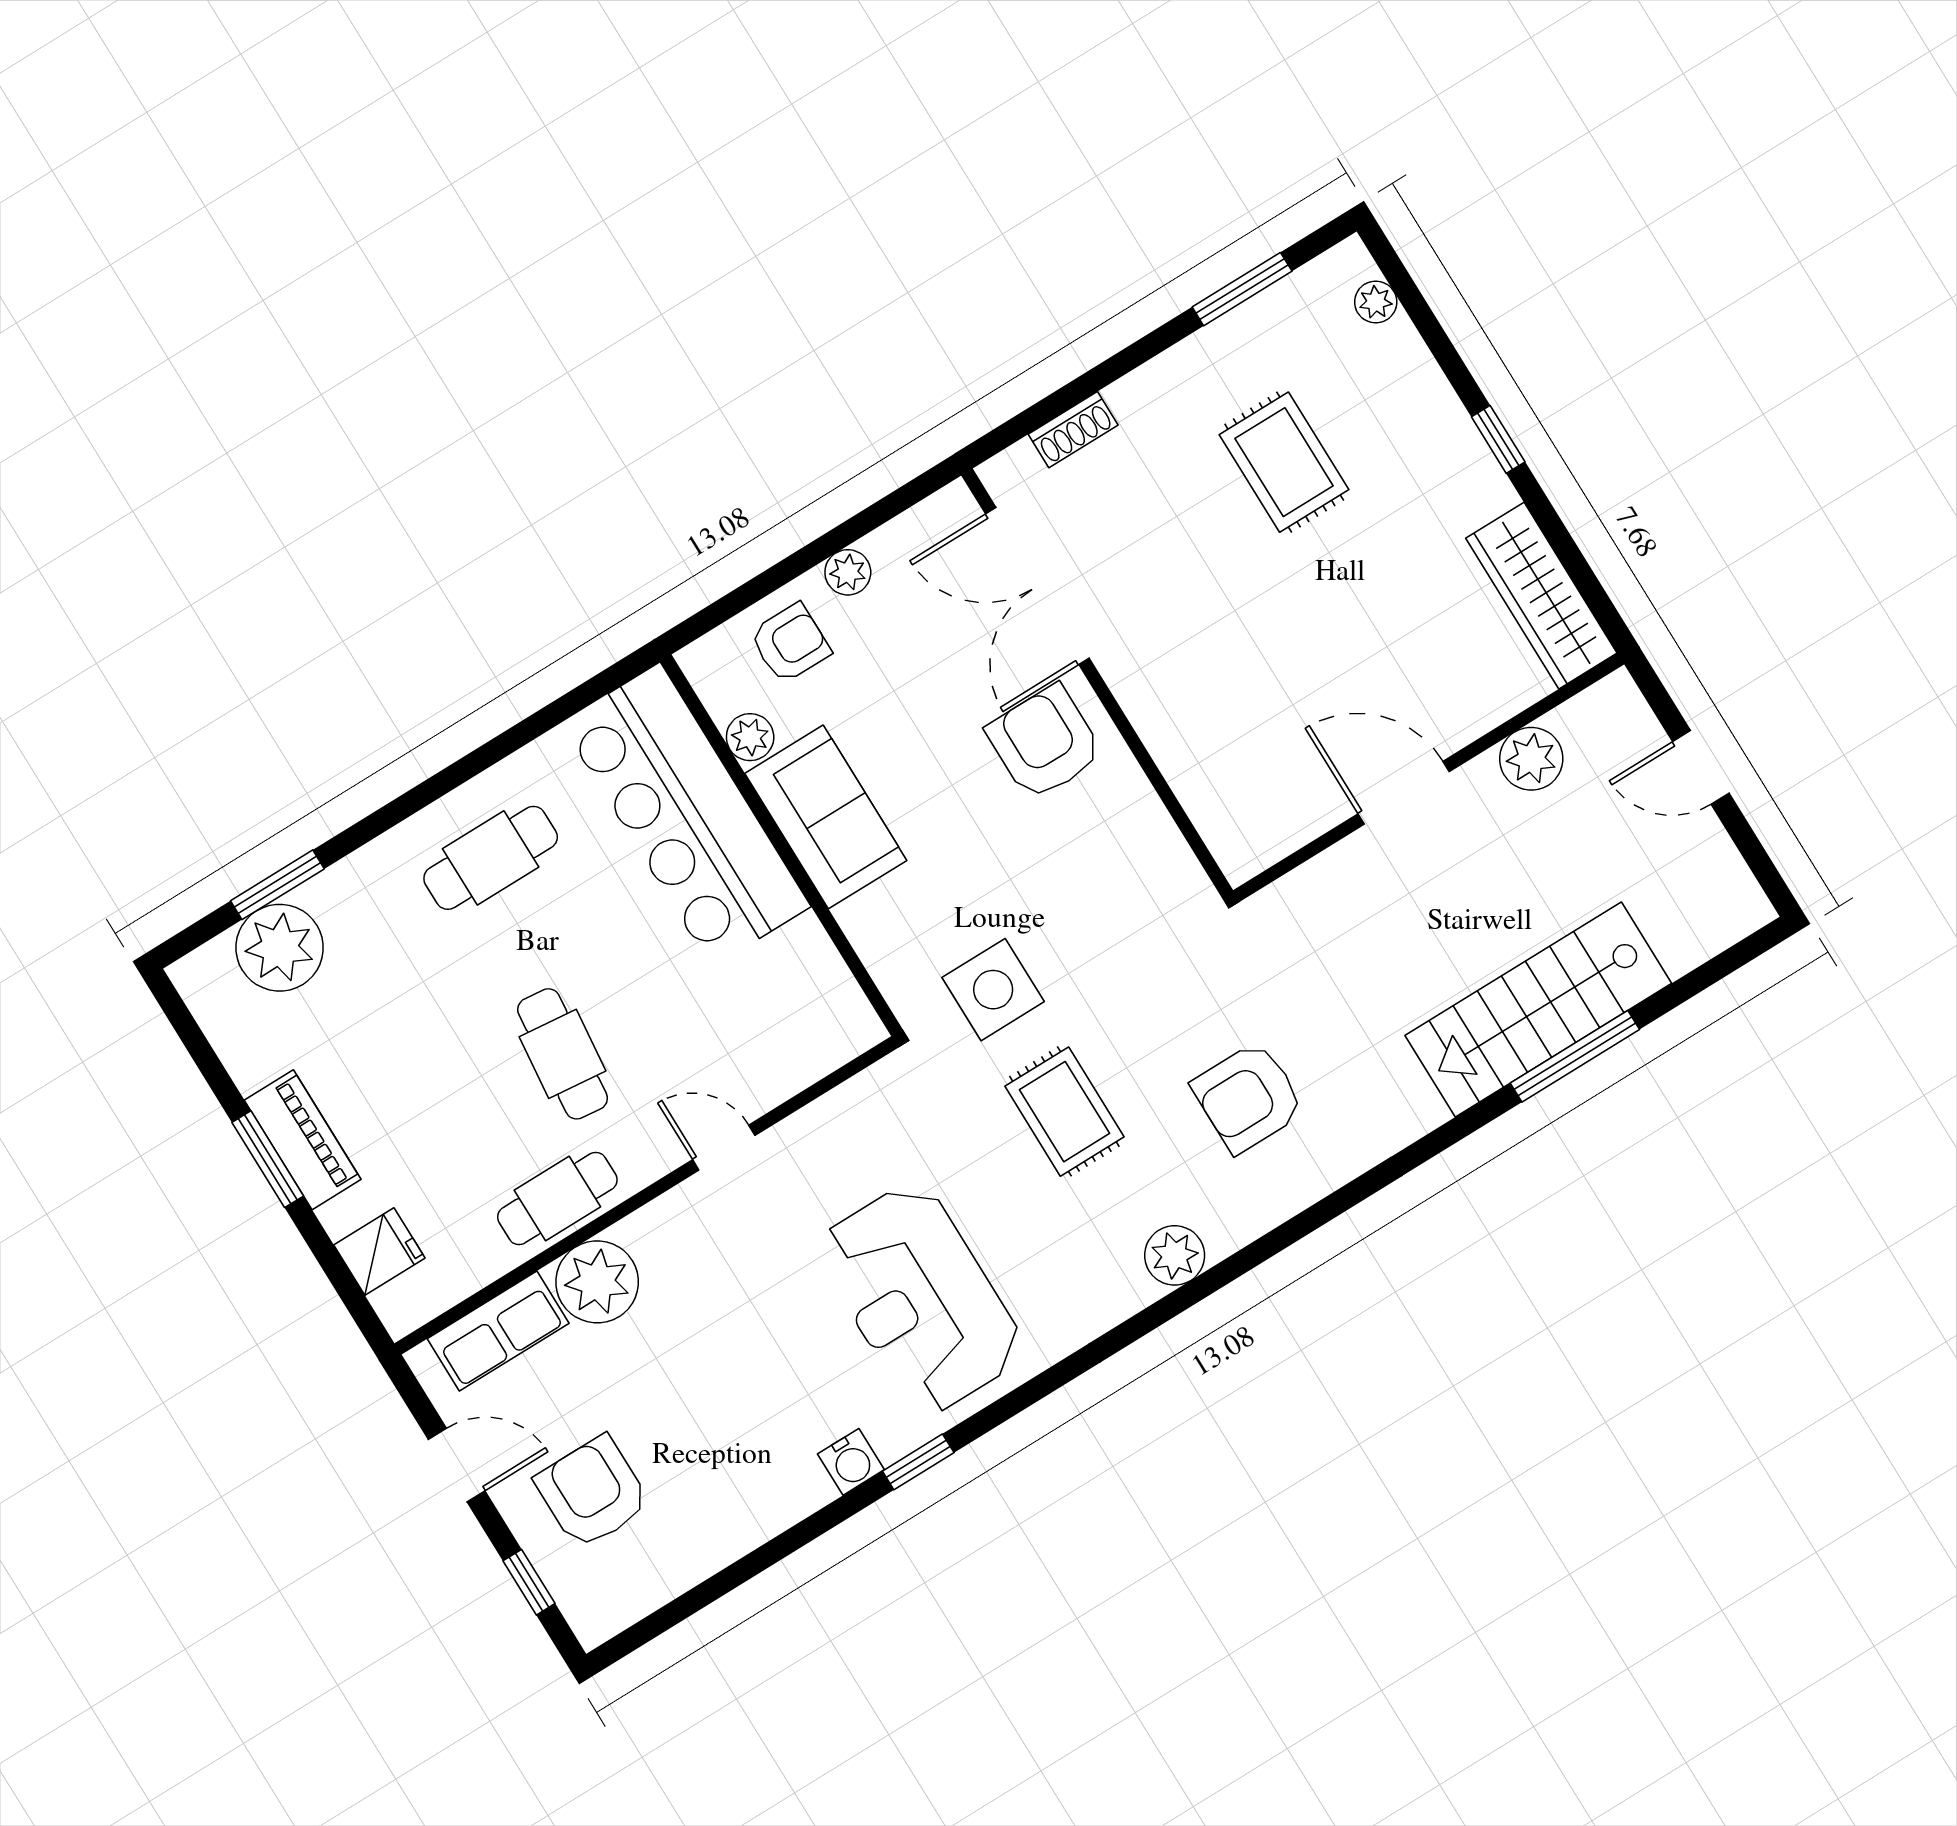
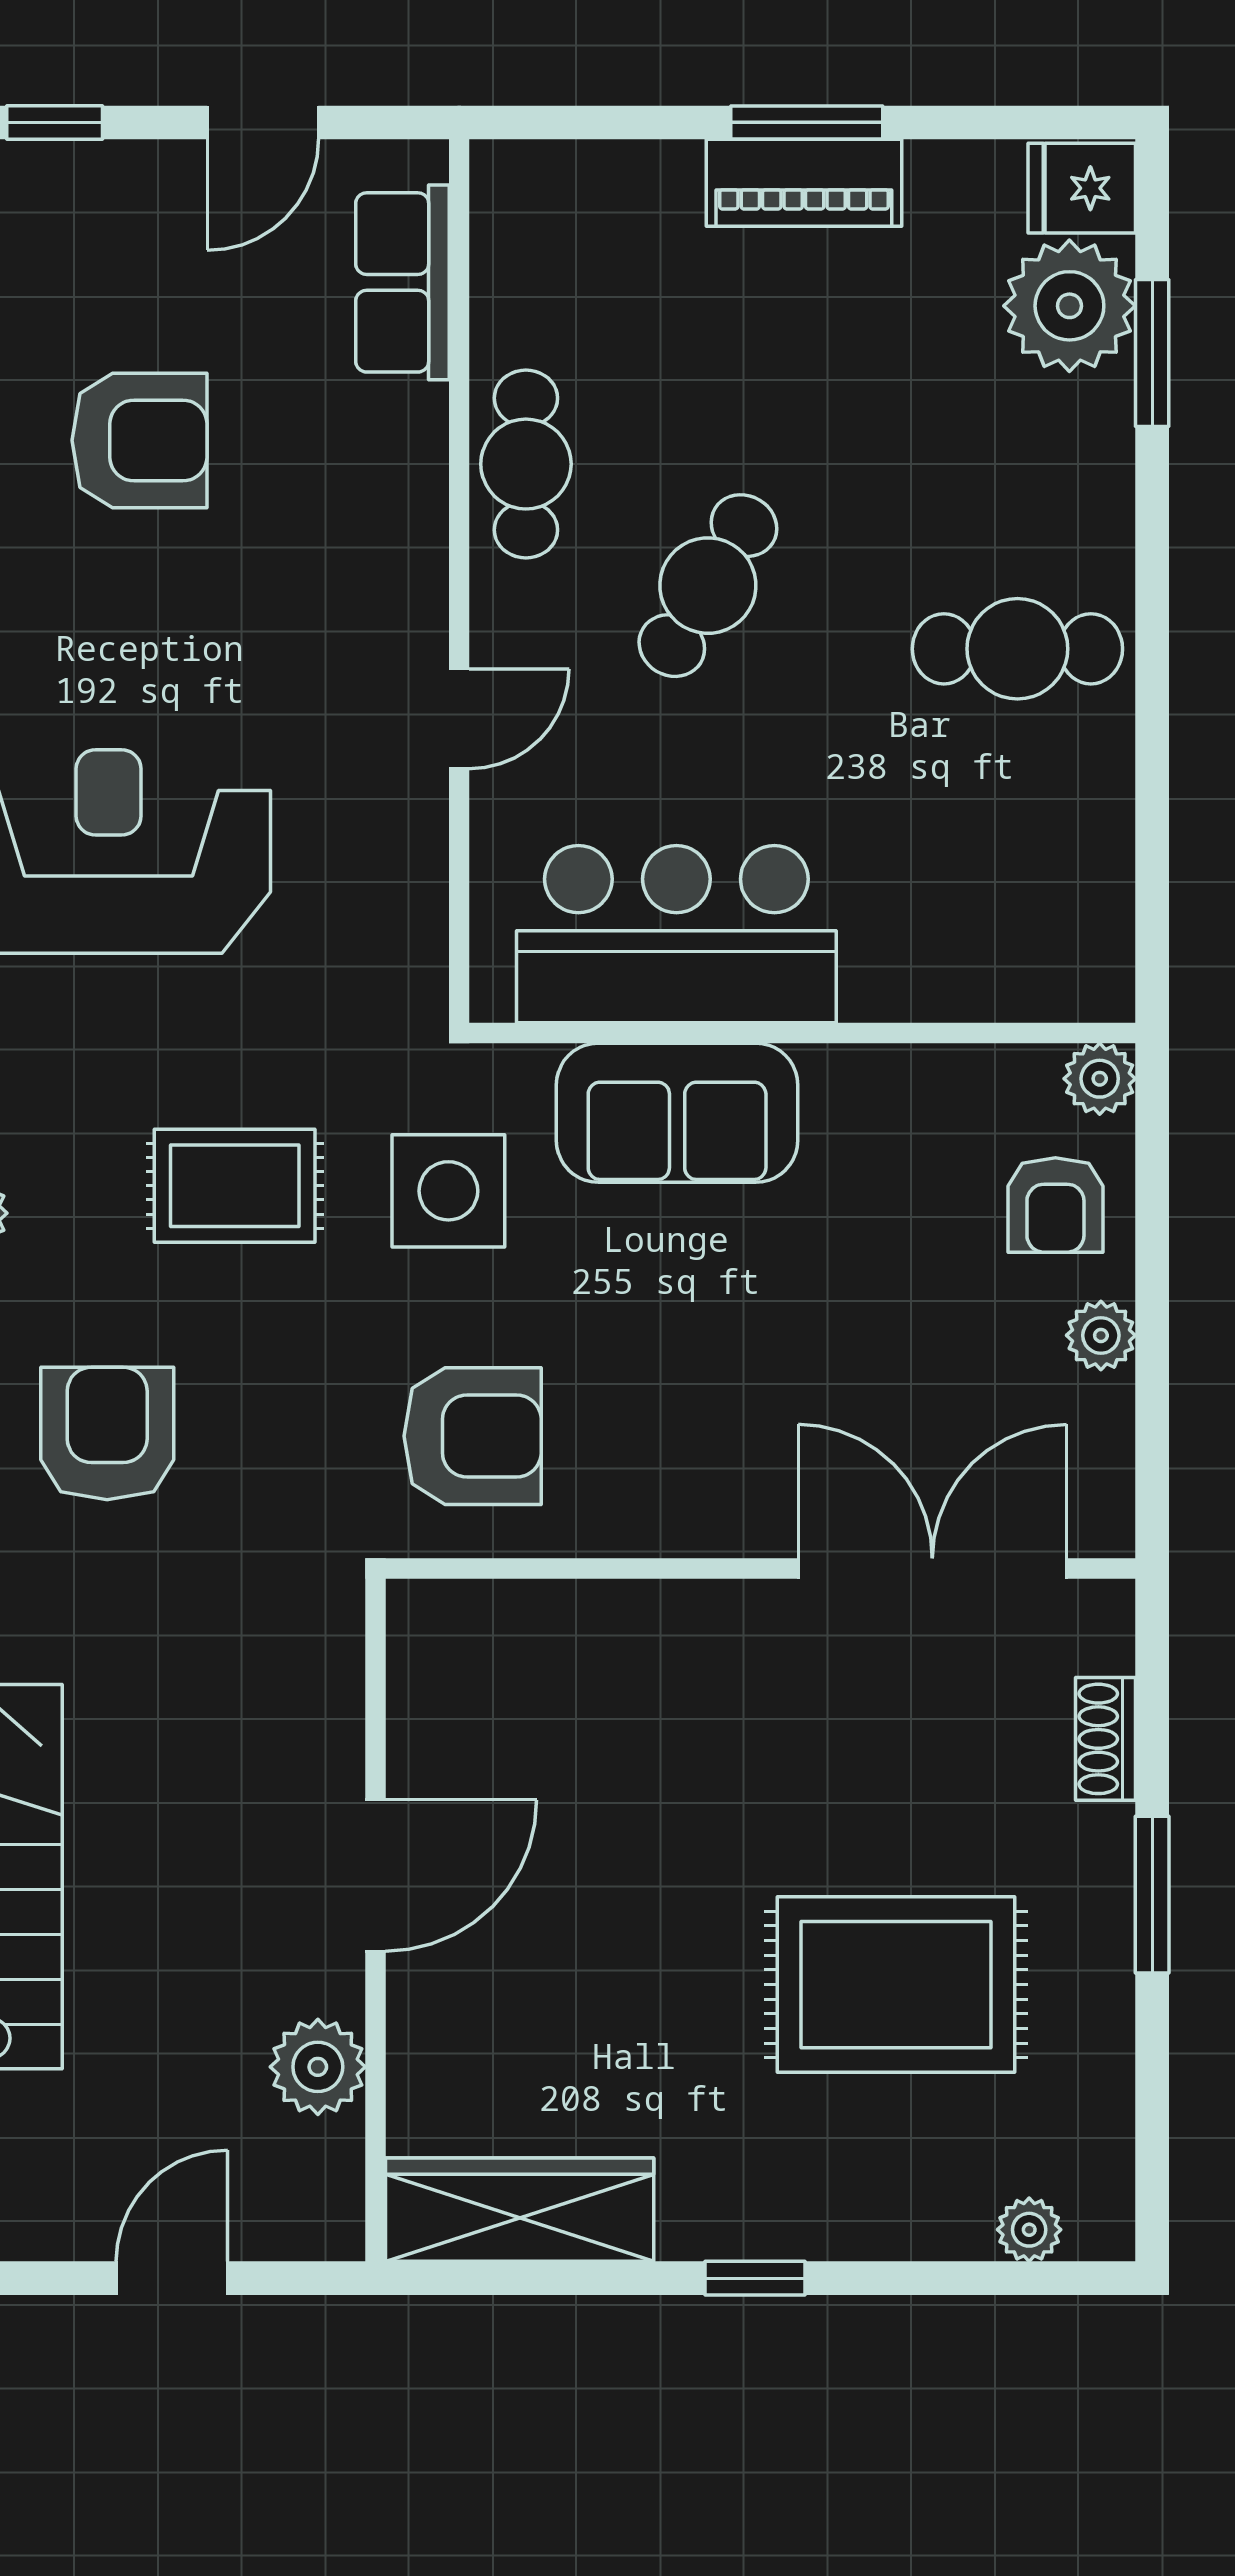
window: (1242, 289) -> (1152, 1895), moved
rug: (1284, 462) -> (896, 1985), width x1.36, depth x1.43
plant: (750, 737) -> (1100, 1079), moved
armchair: (1045, 743) -> (473, 1436), moved
bar counter: (686, 815) -> (676, 934), moved, width x0.73
sofa: (826, 817) -> (677, 1113), moved
cafe table: (491, 858) -> (1017, 649), turned 90
cafe table: (563, 1054) -> (708, 586), turned -65
fridge: (379, 1251) -> (1082, 188), moved, turned 90
plant: (597, 1282) -> (387, 449), removed
armchair: (592, 1492) -> (140, 440), moved

